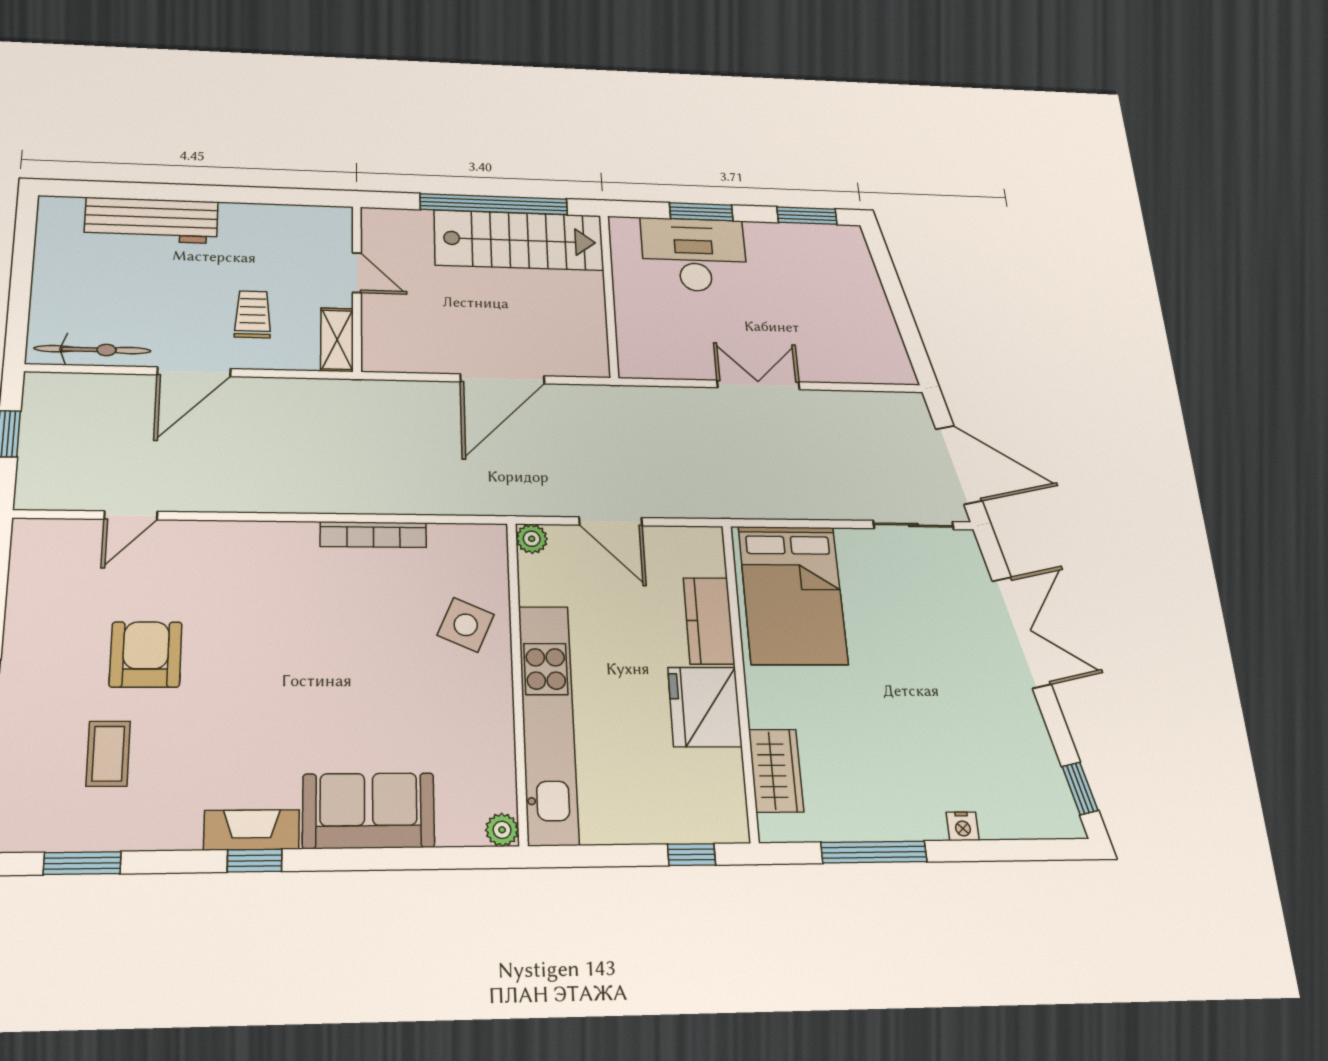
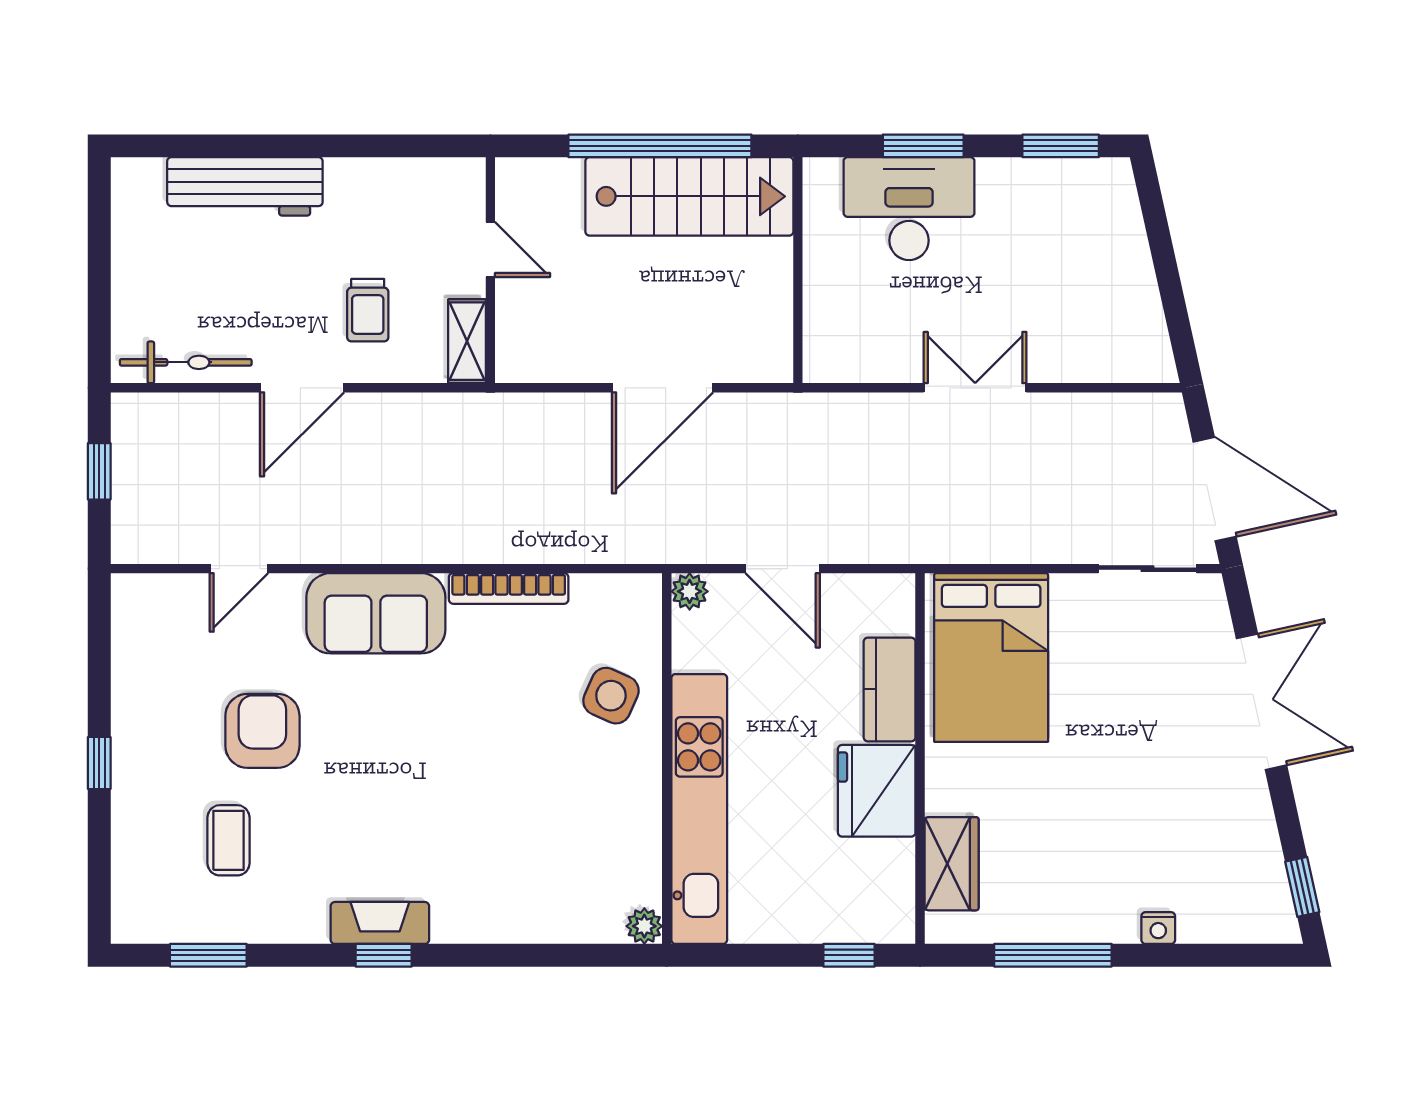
trolley: (253, 314) -> (368, 310), turned 180
sofa: (369, 811) -> (376, 613), moved, turned 180

